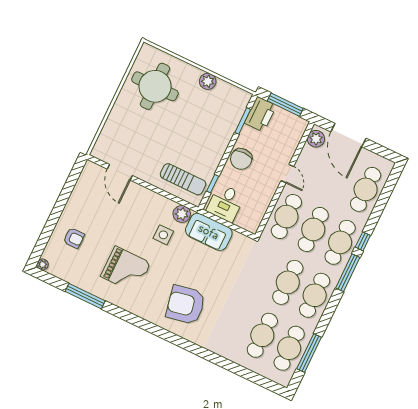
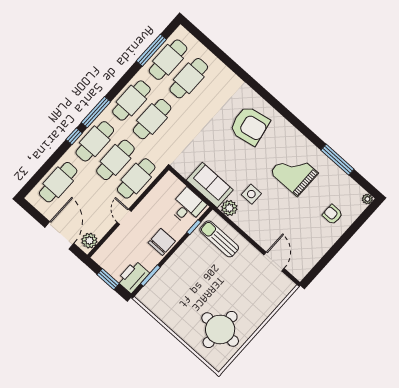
plant: (208, 81) -> (172, 320), removed
window: (285, 105) -> (108, 279), width x0.69

